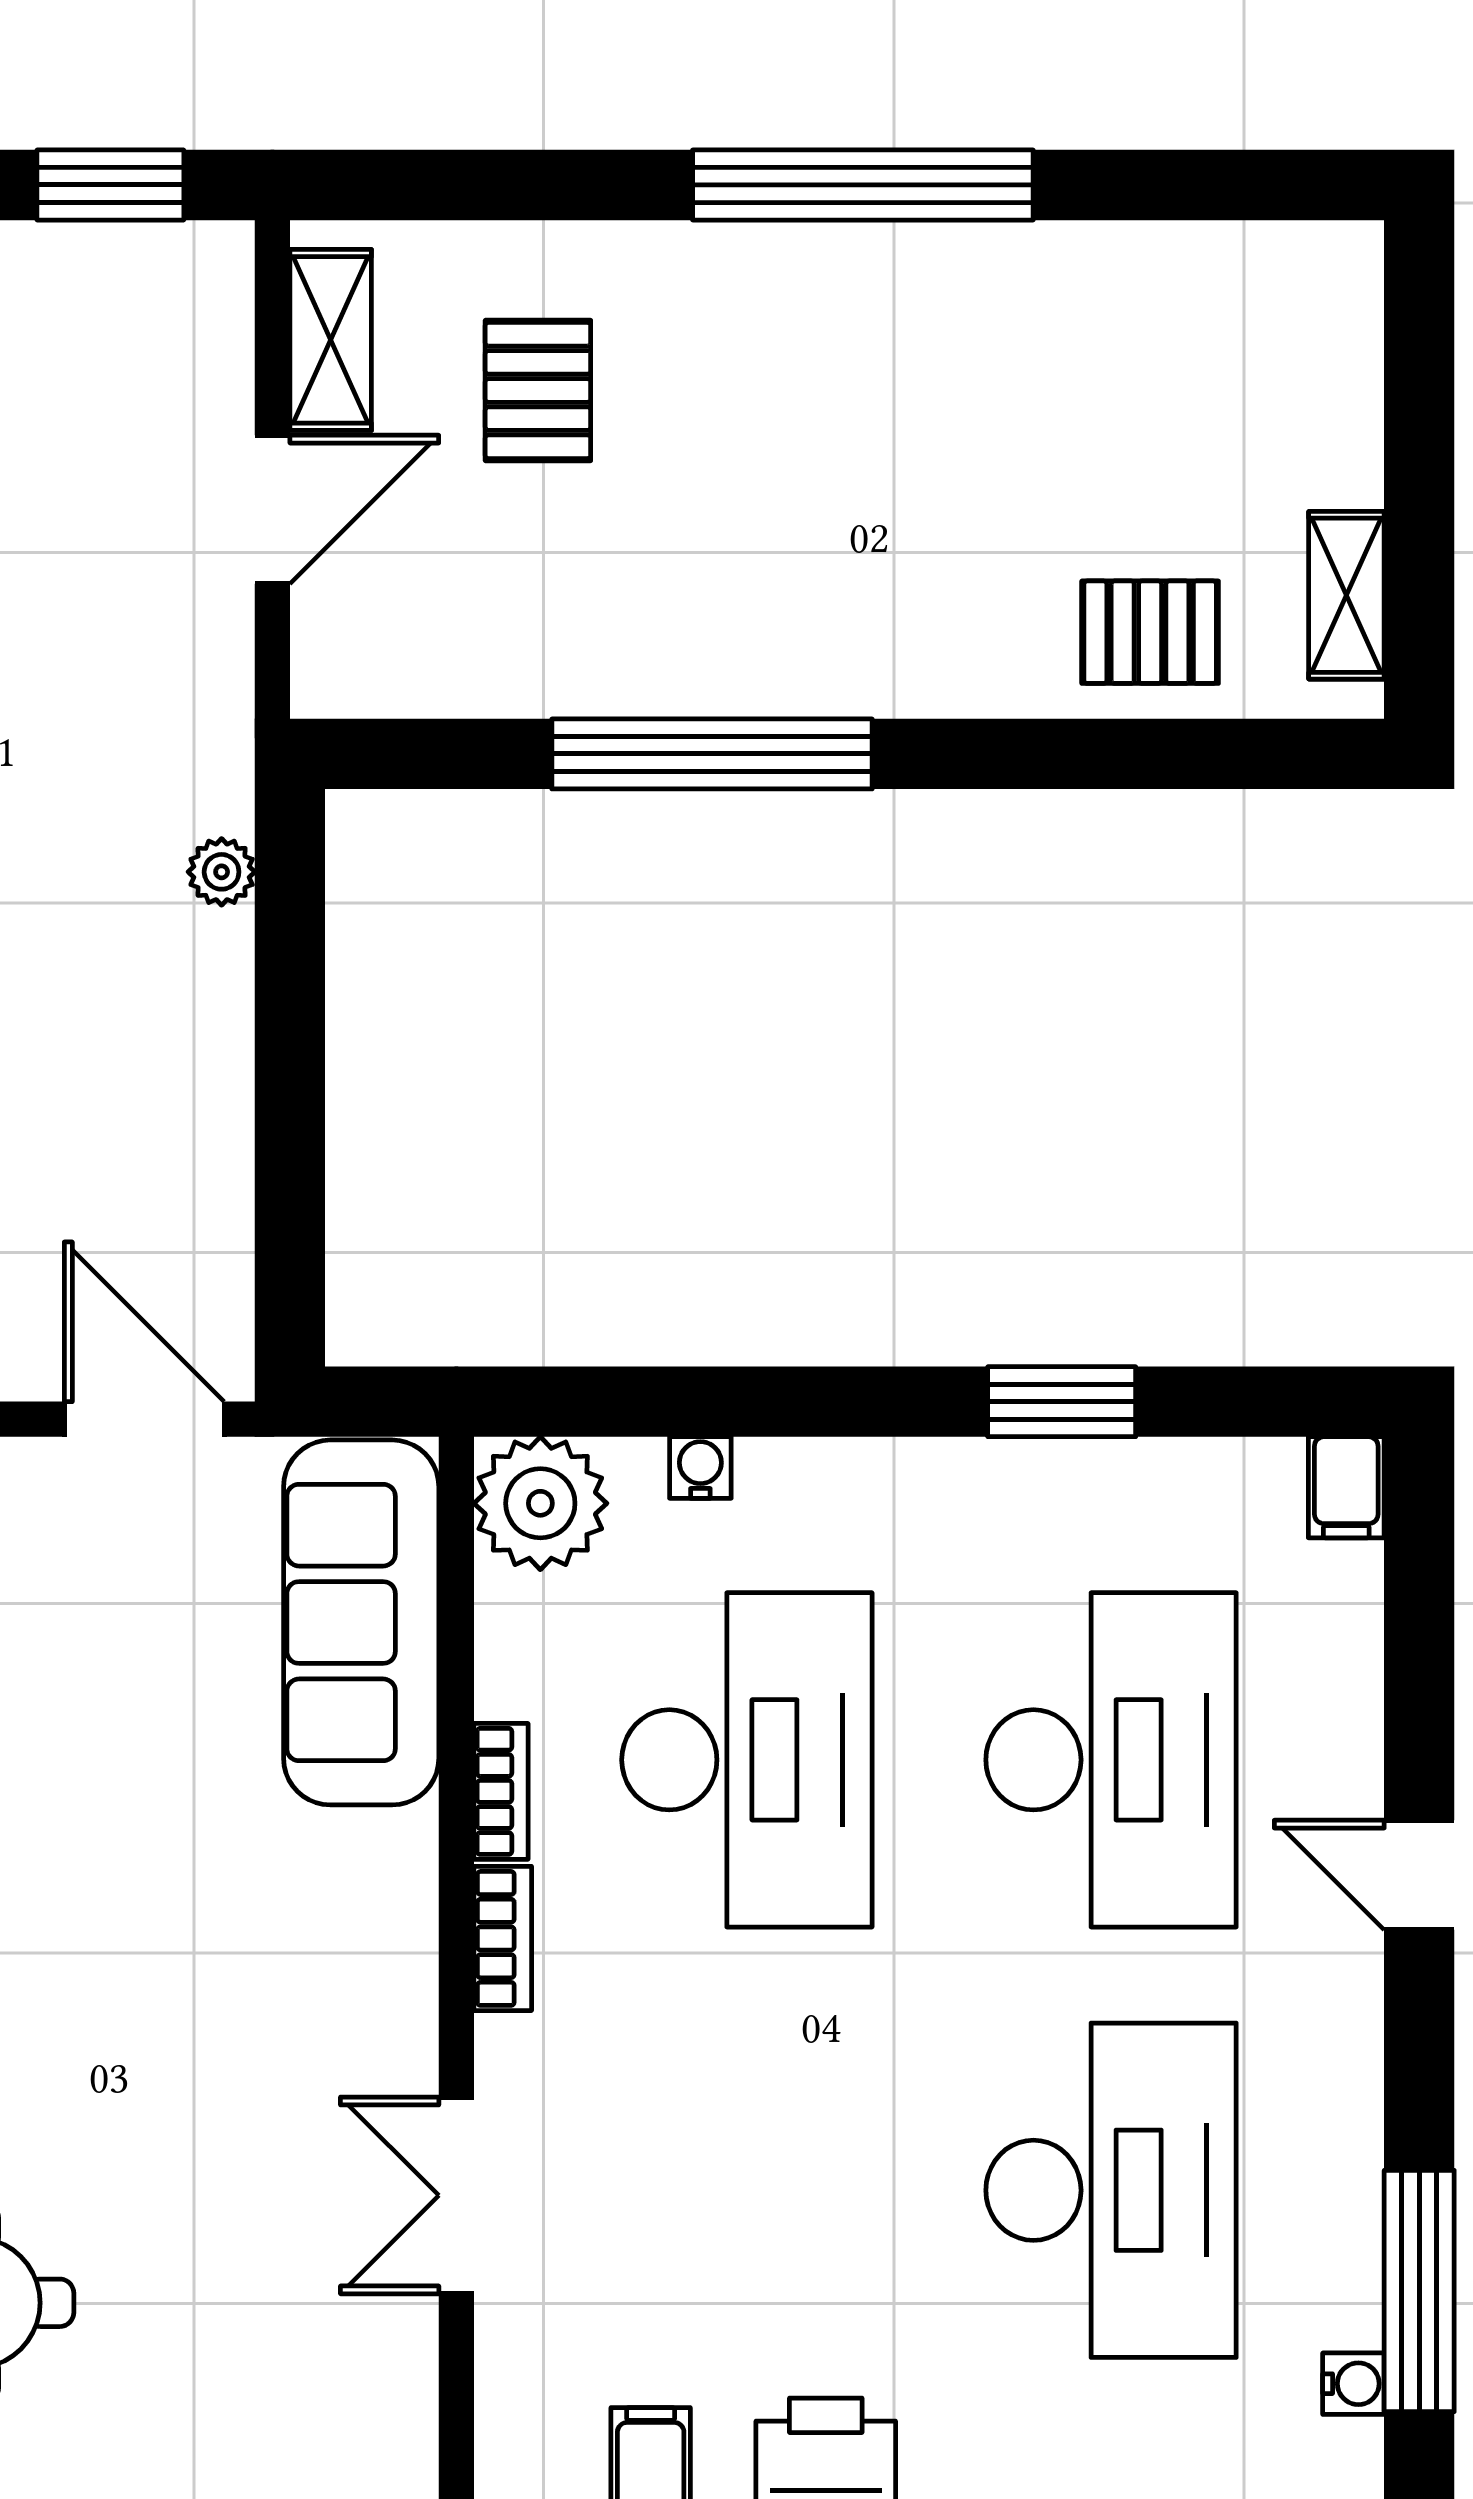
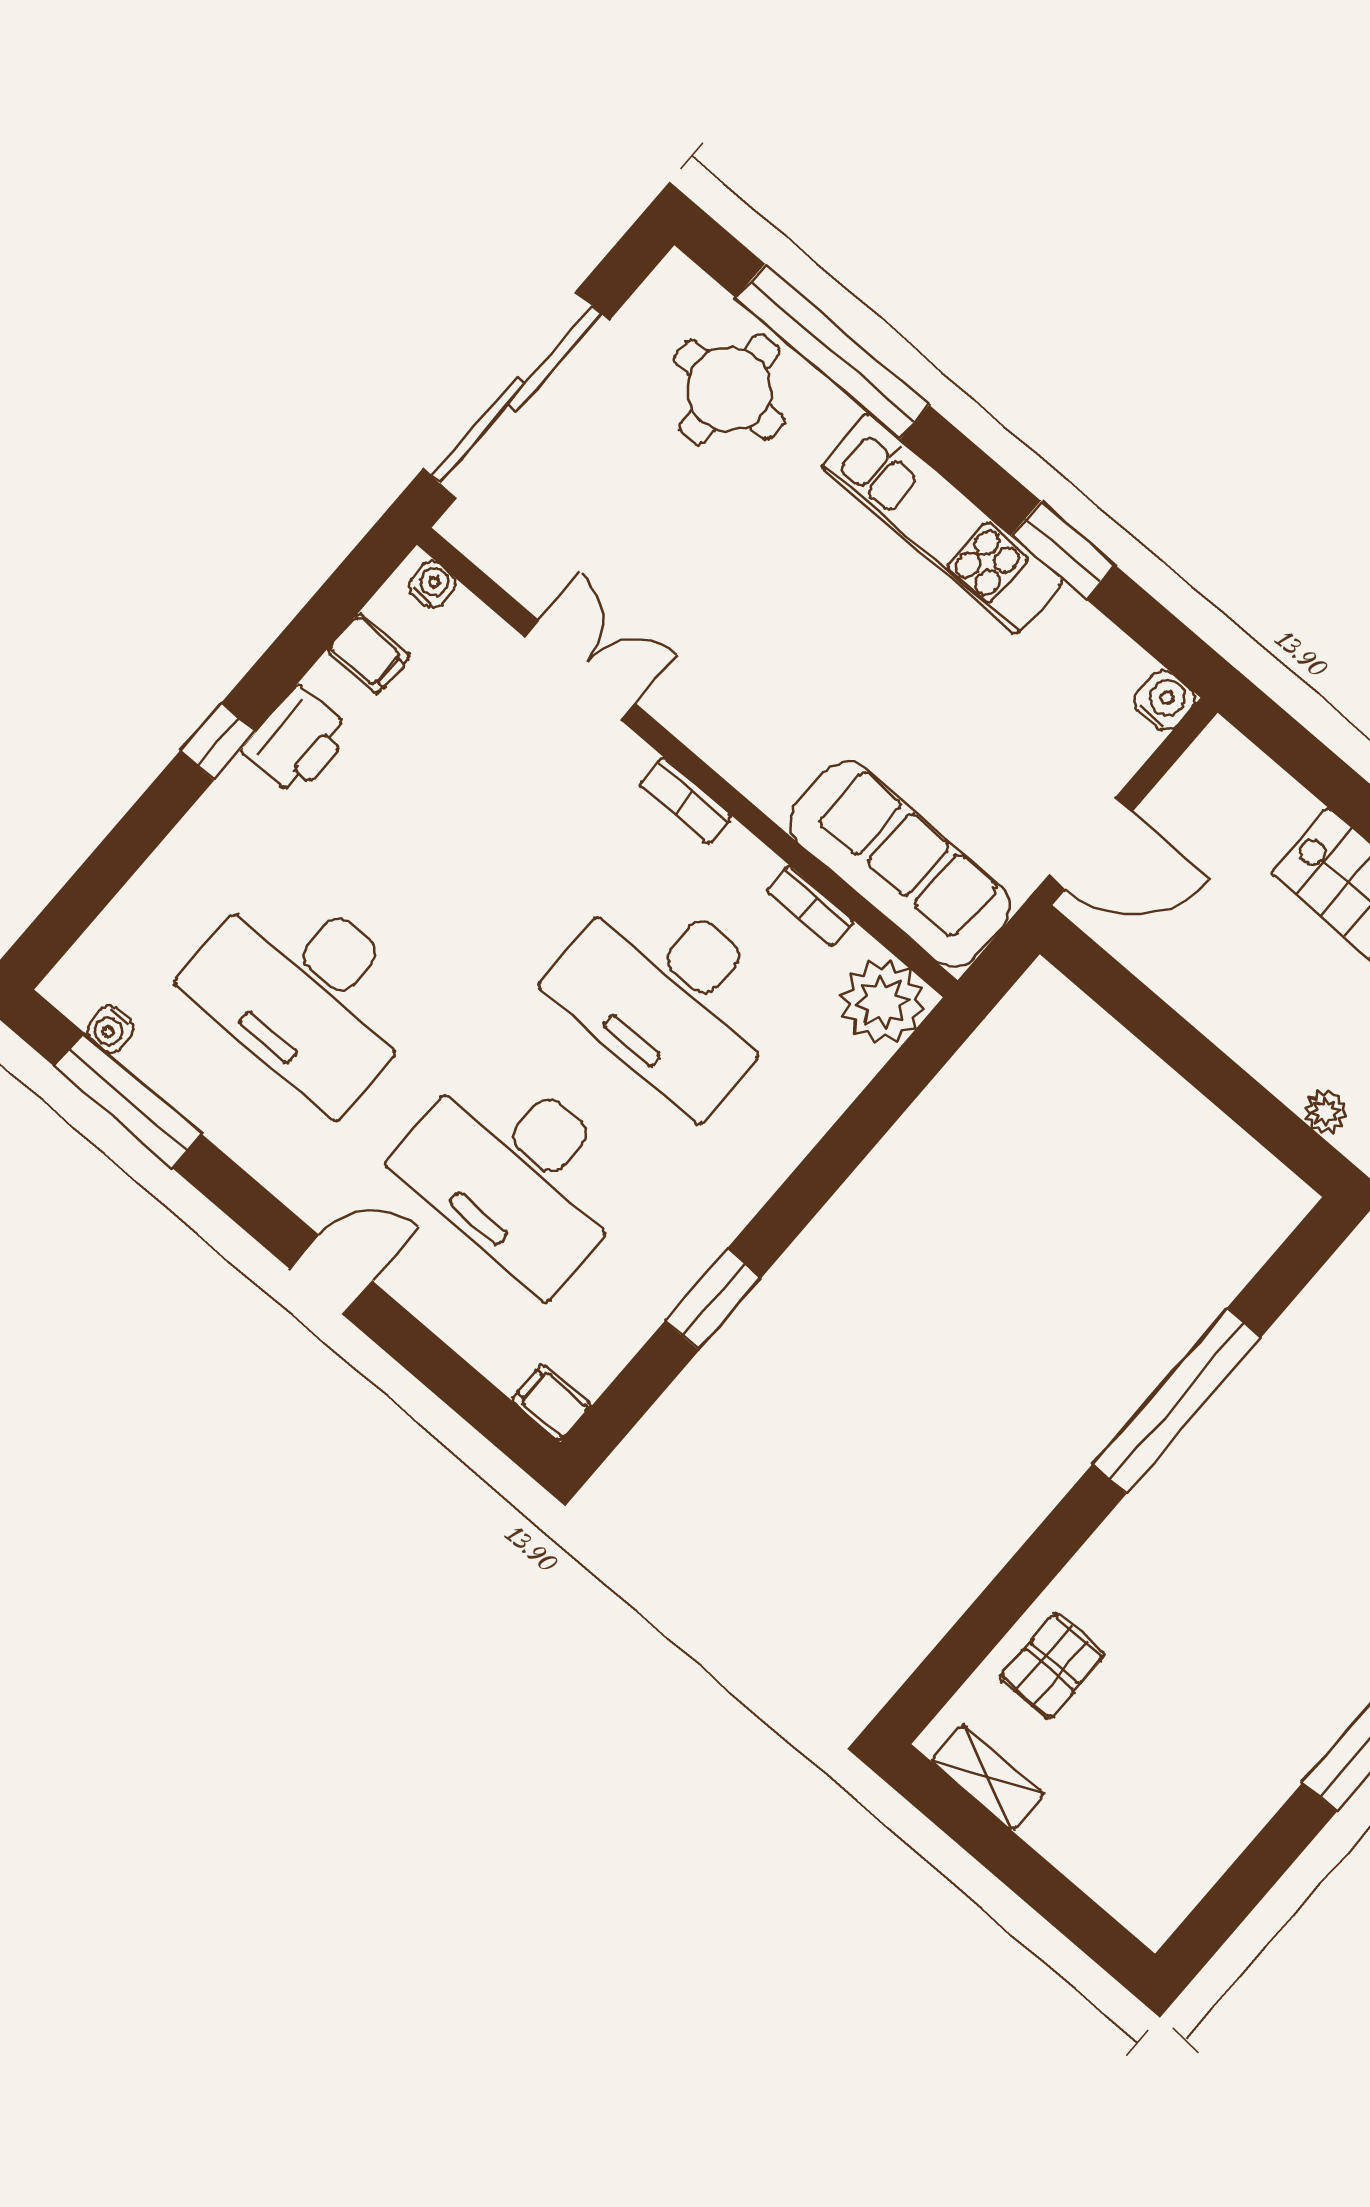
water cooler: (700, 1468) -> (432, 584), moved, turned -90
bookcase: (501, 1791) -> (810, 906), moved

